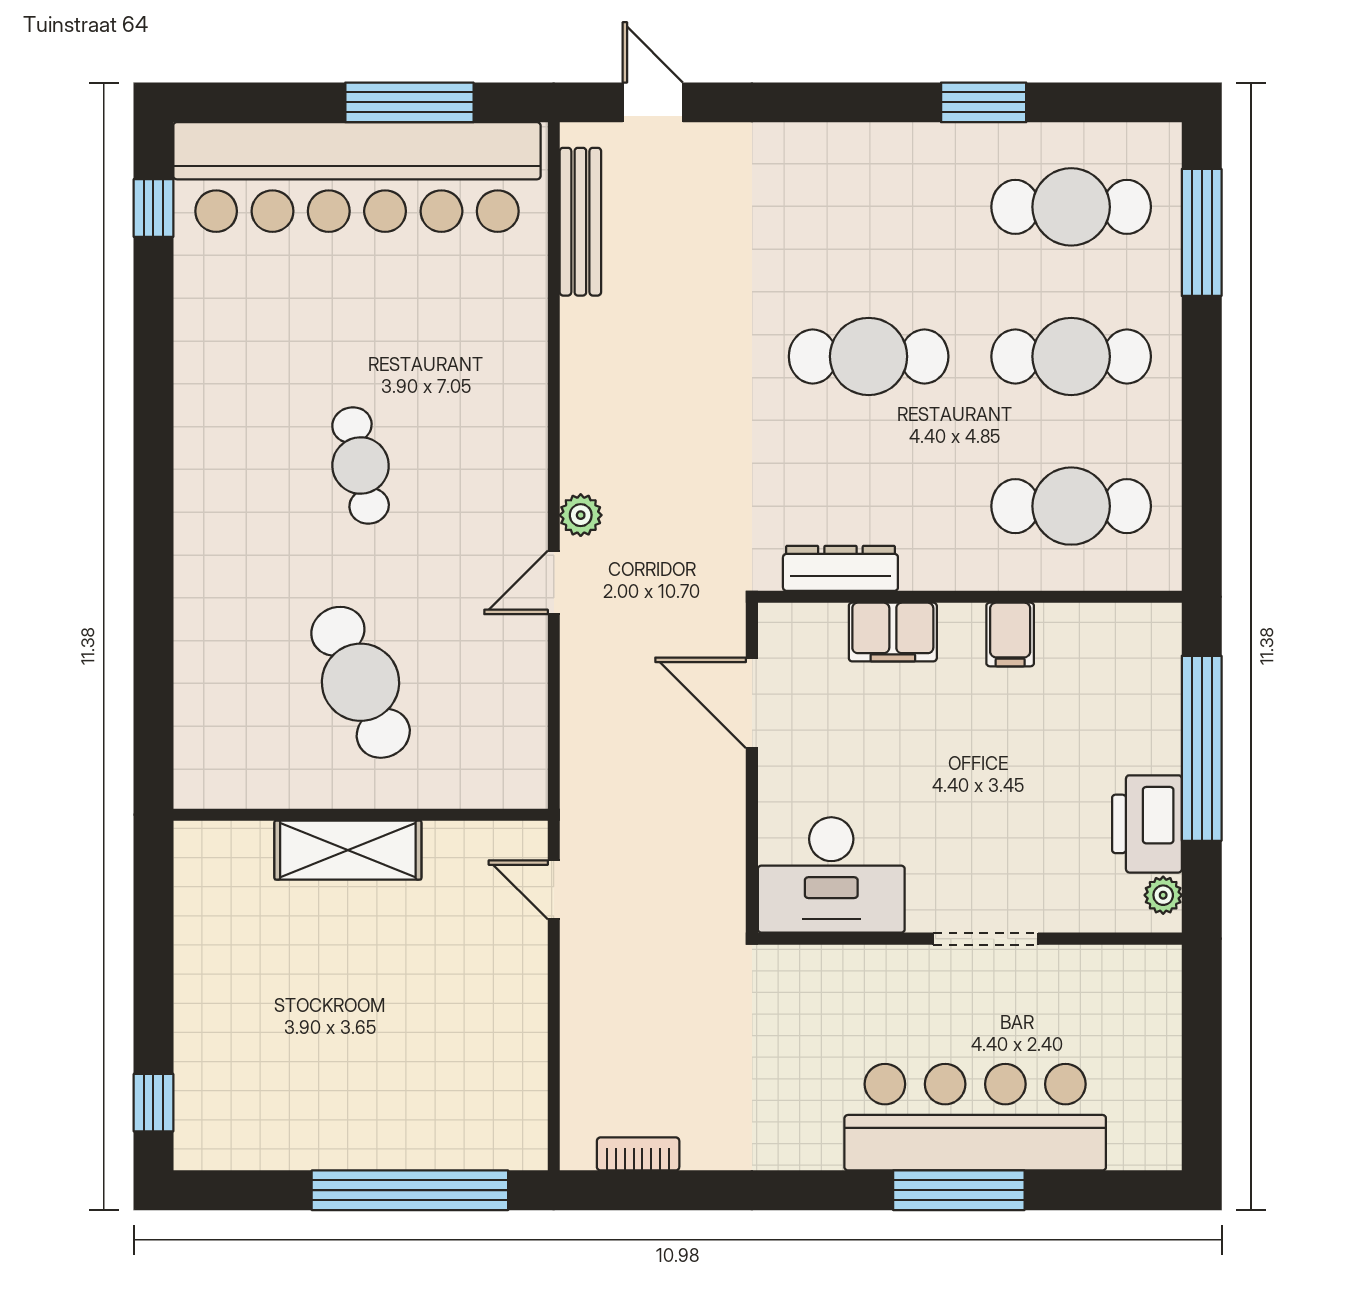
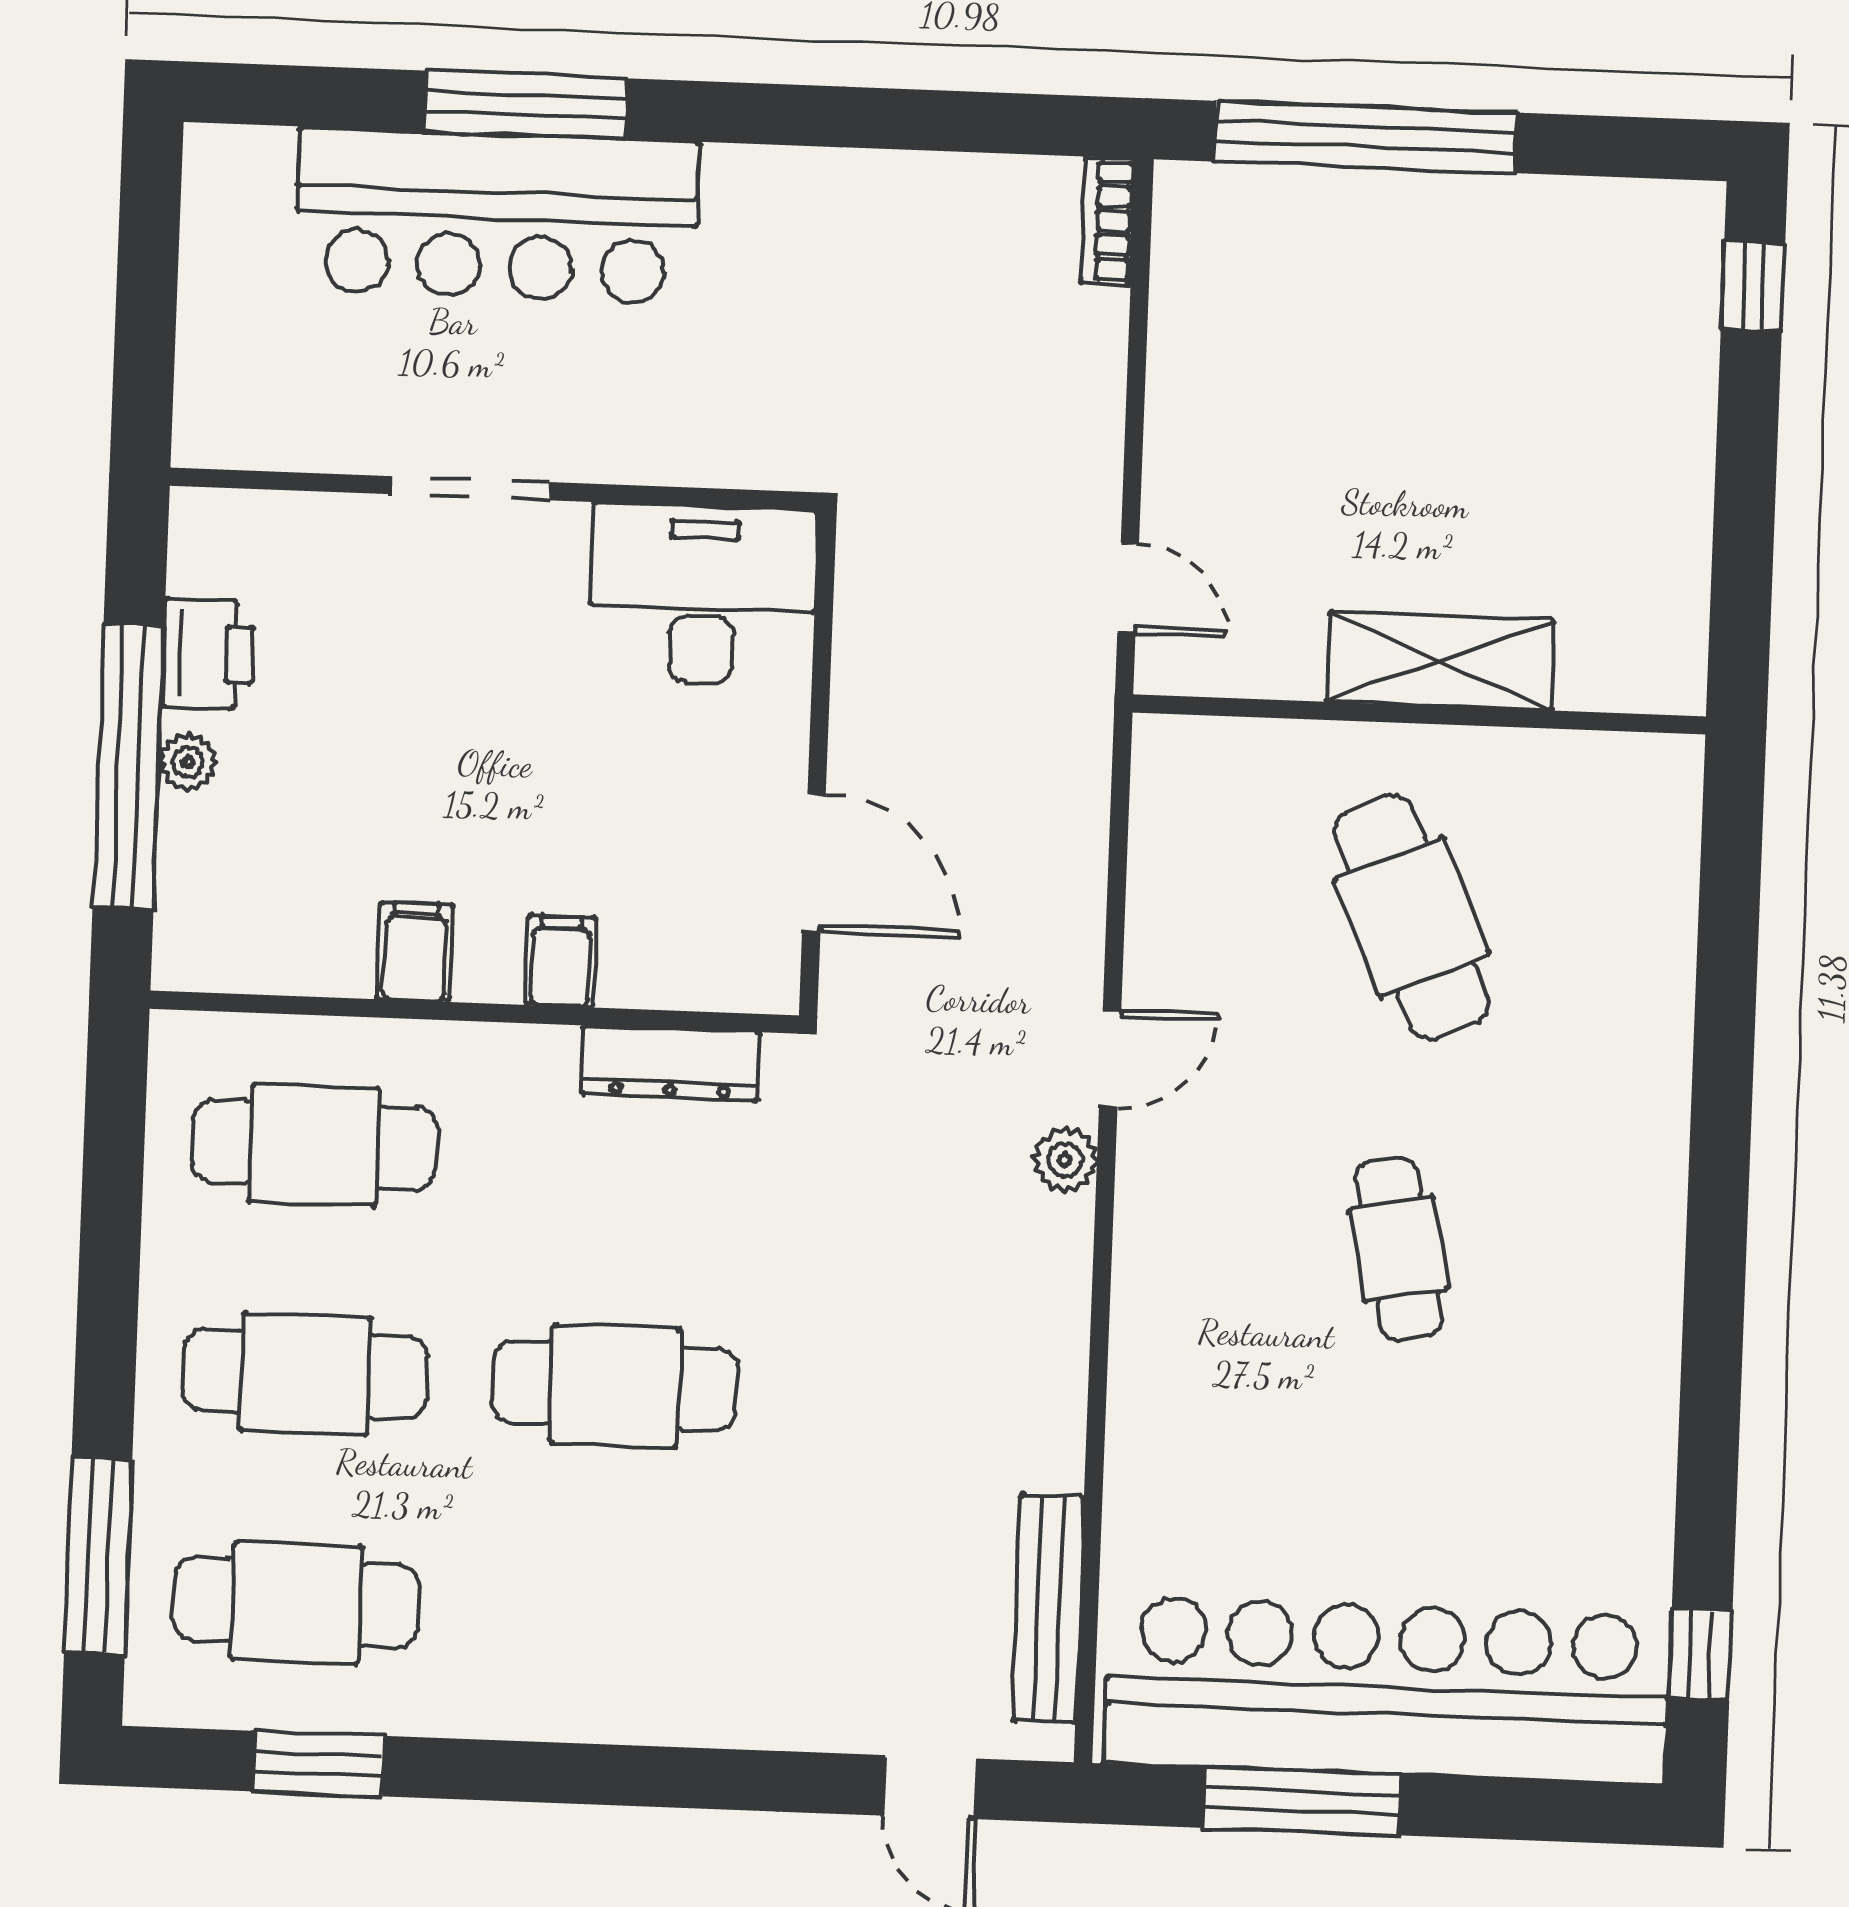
window: (984, 102) -> (318, 1764), moved
filing cabinet: (893, 632) -> (561, 961), width x0.50
printer: (1147, 824) -> (208, 654), width x0.73, depth x0.84
plant: (1163, 895) -> (188, 762), moved
bookcase: (638, 1154) -> (1108, 221), moved, turned 90

